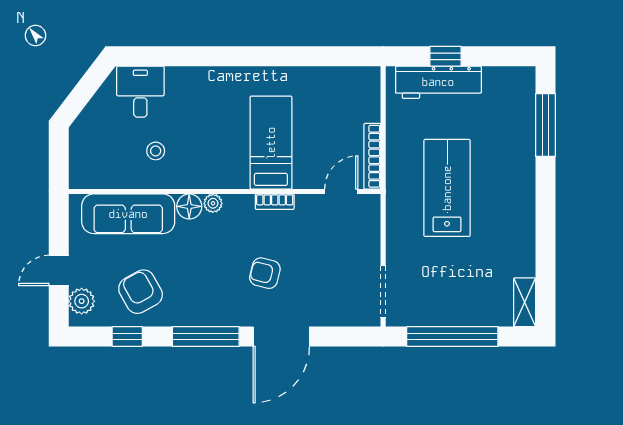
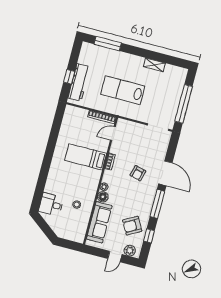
door: (341, 192) -> (113, 133), hinge flipped
door: (59, 270) -> (115, 257), hinge flipped
shelving: (525, 302) -> (154, 65), moved

